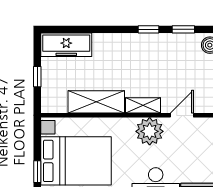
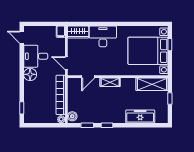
freezer: (66, 45) -> (140, 117), moved
shelving: (96, 102) -> (152, 84), moved
plant: (150, 131) -> (106, 68), removed

